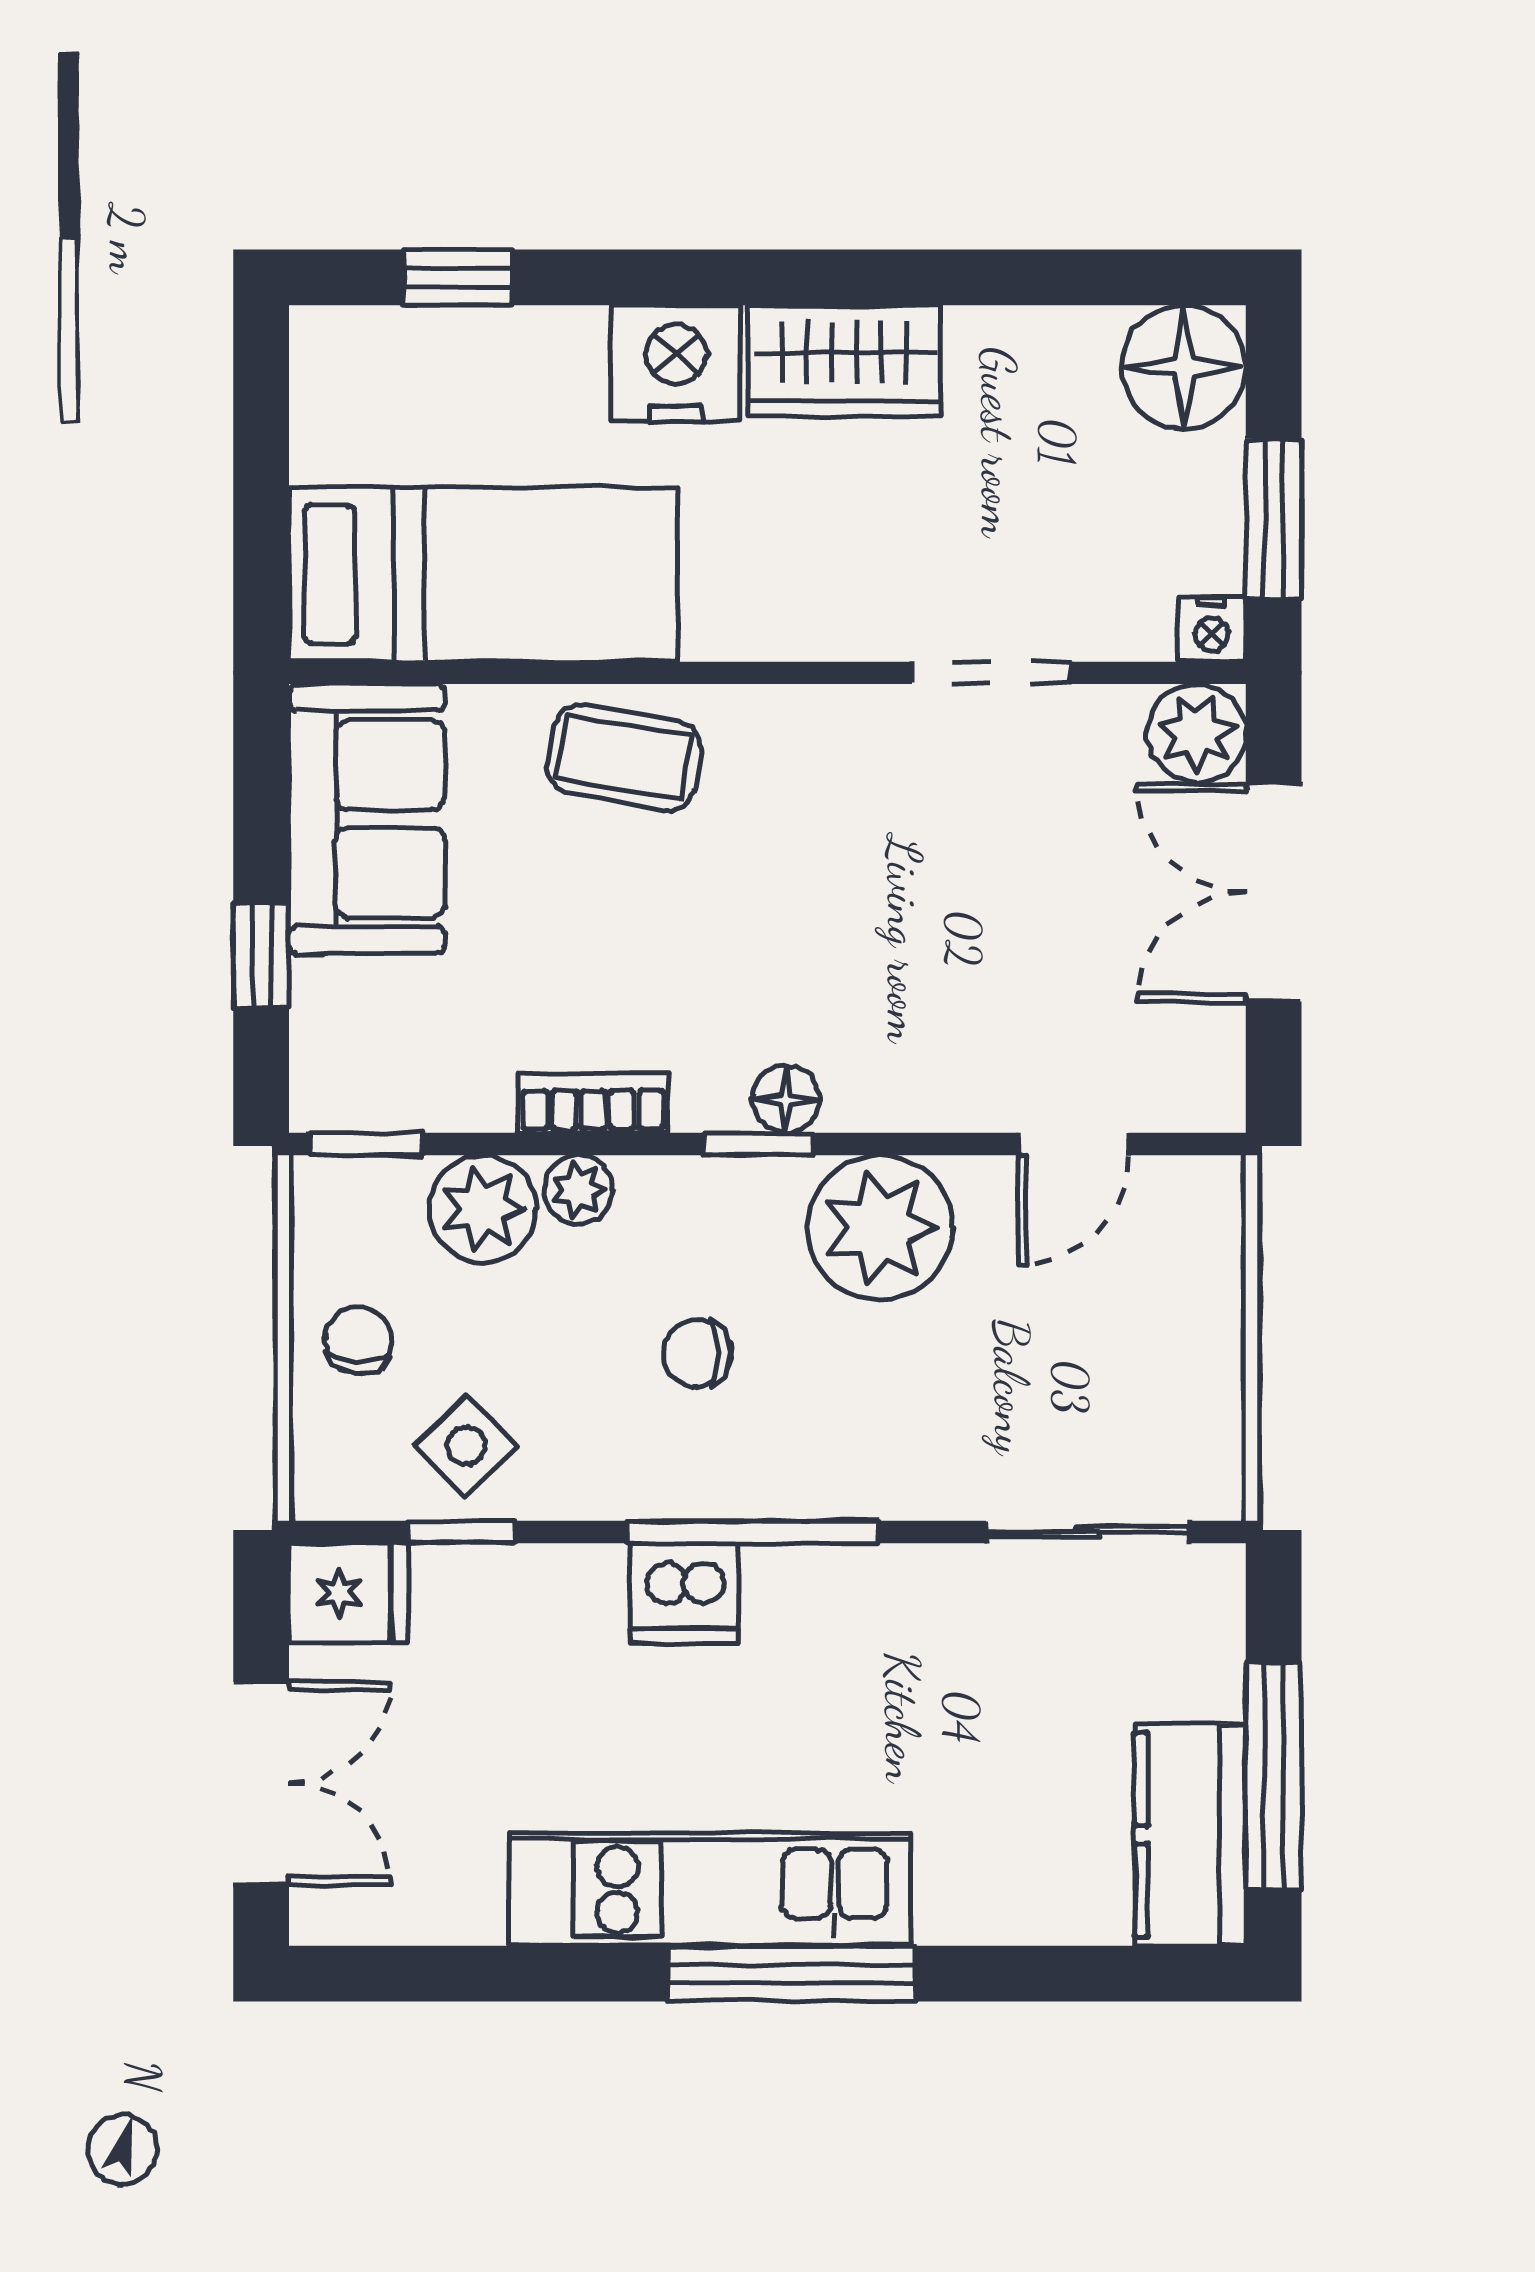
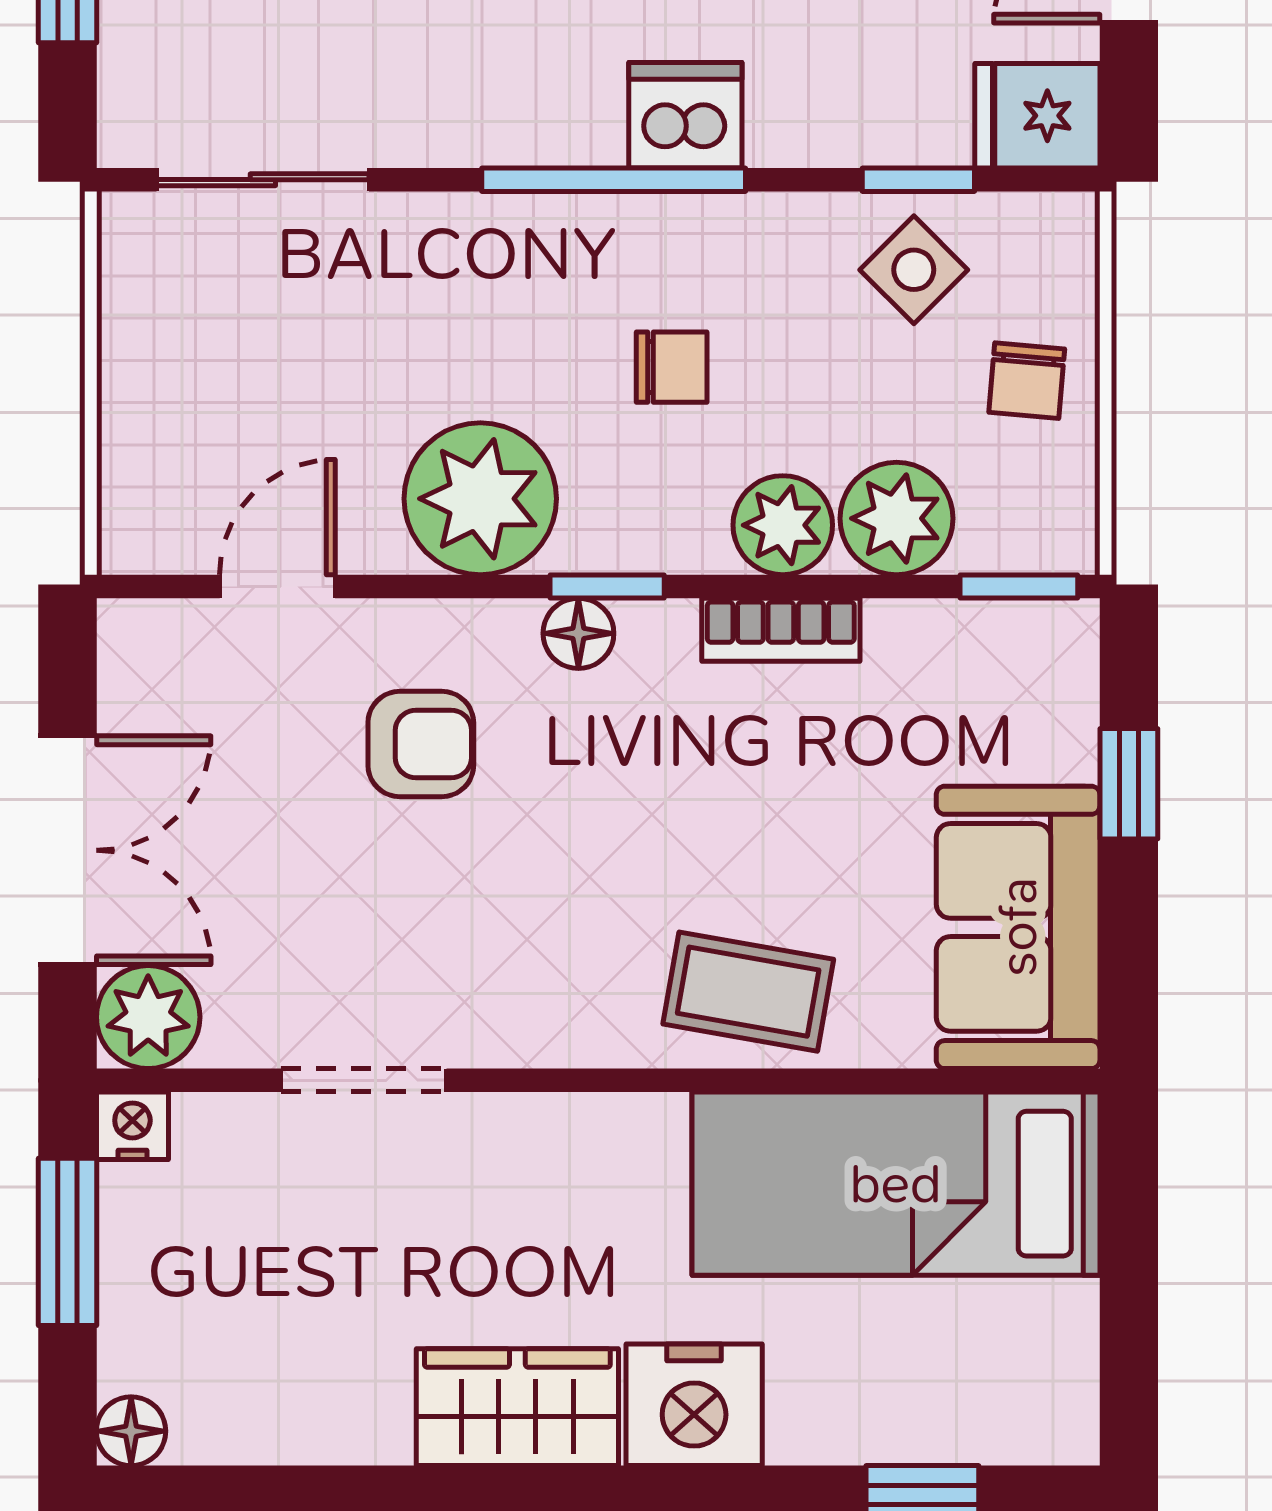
floor lamp: (1184, 367) -> (131, 1431), width x0.53, depth x0.53
armchair: (937, 994) -> (421, 744), added
plant: (578, 1190) -> (783, 525), width x1.38, depth x1.38

